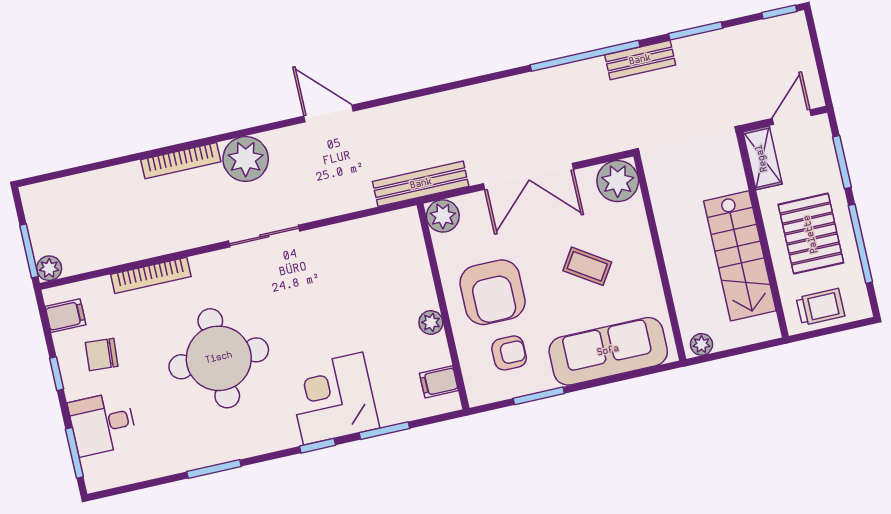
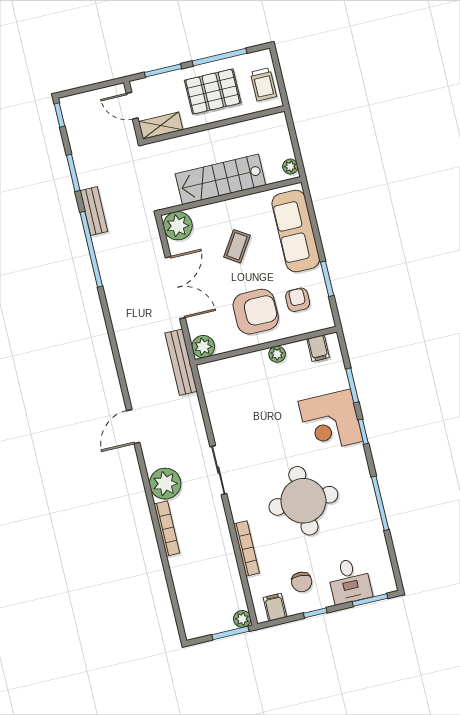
stairs: (740, 256) -> (220, 179), moved, turned 180
trolley: (820, 307) -> (263, 84), turned 180
window: (214, 469) -> (380, 503), width x1.44

